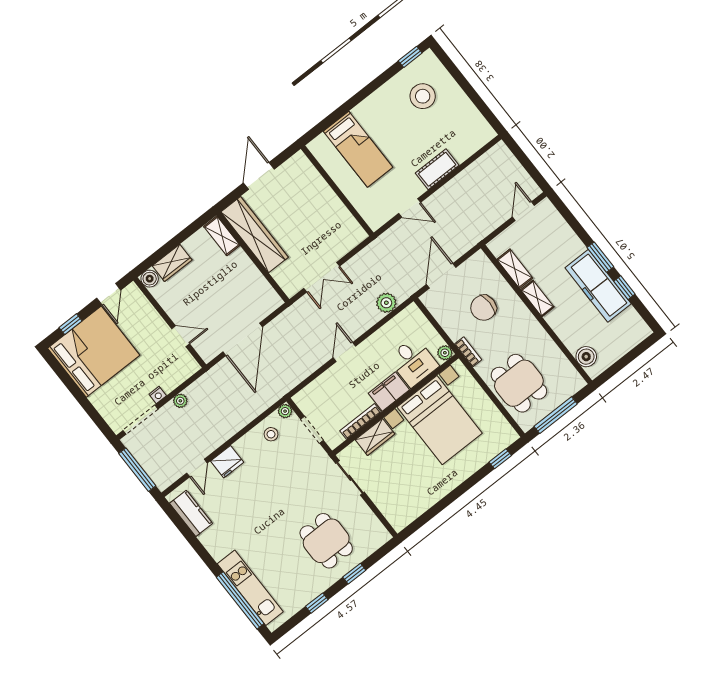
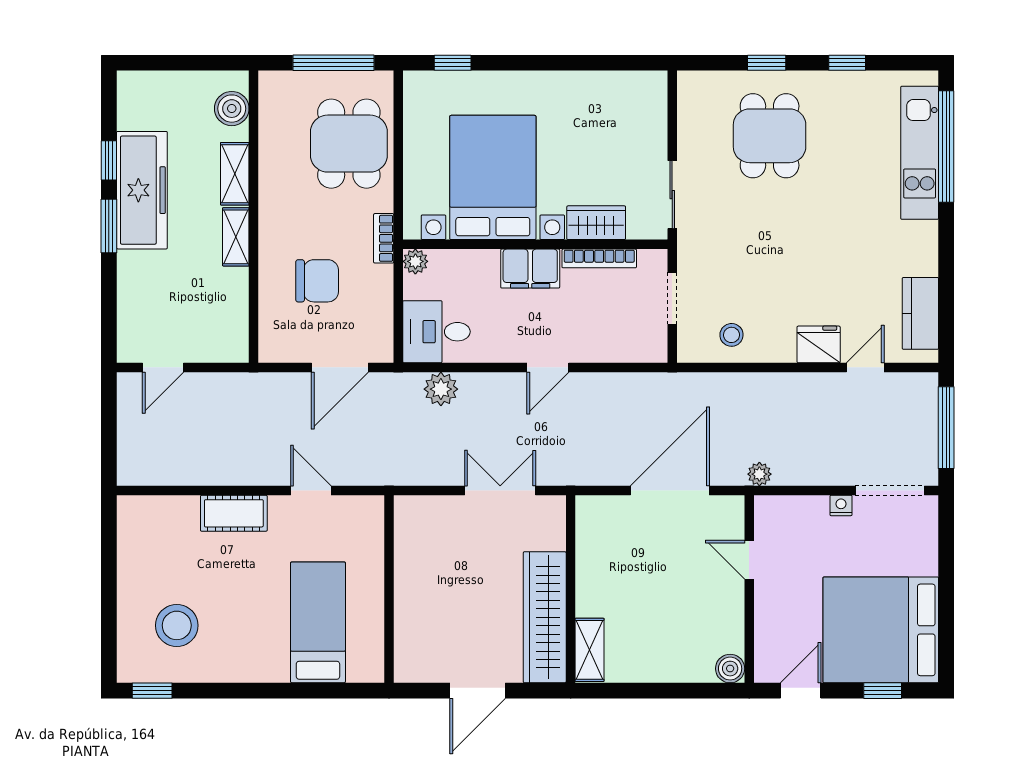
wardrobe: (172, 263) -> (684, 666), removed
shelving: (515, 269) -> (235, 174), moved
desk: (413, 362) -> (436, 332), moved, turned -90
plant: (180, 401) -> (759, 474), moved
plant: (285, 411) -> (689, 351), removed

